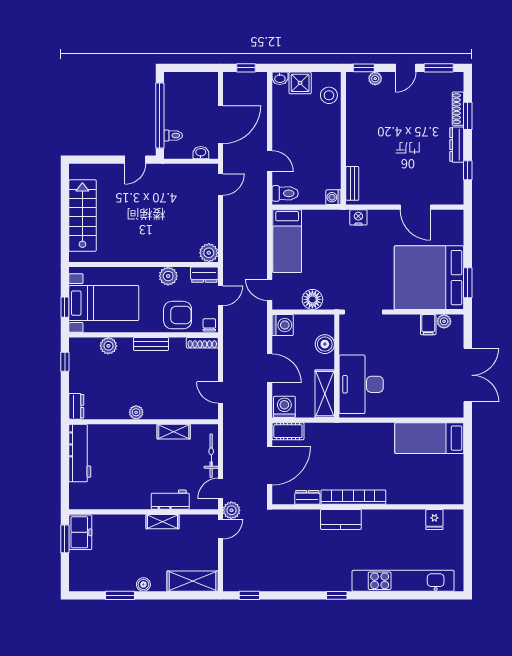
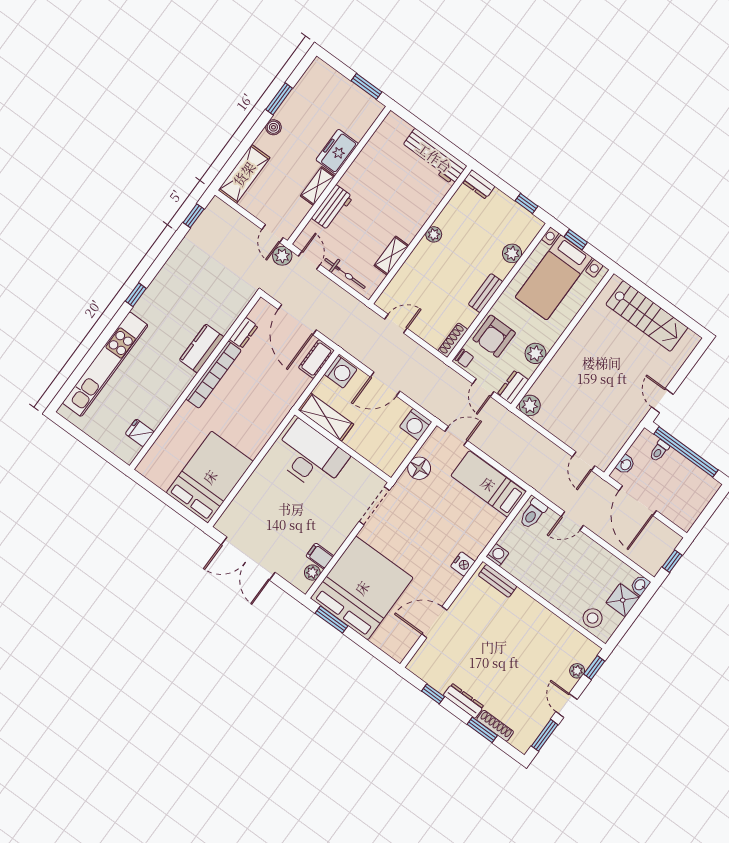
boiler: (325, 344) -> (371, 450), removed
bed: (429, 438) -> (210, 477), width x1.50
freezer: (80, 532) -> (337, 152), moved, turned 90

